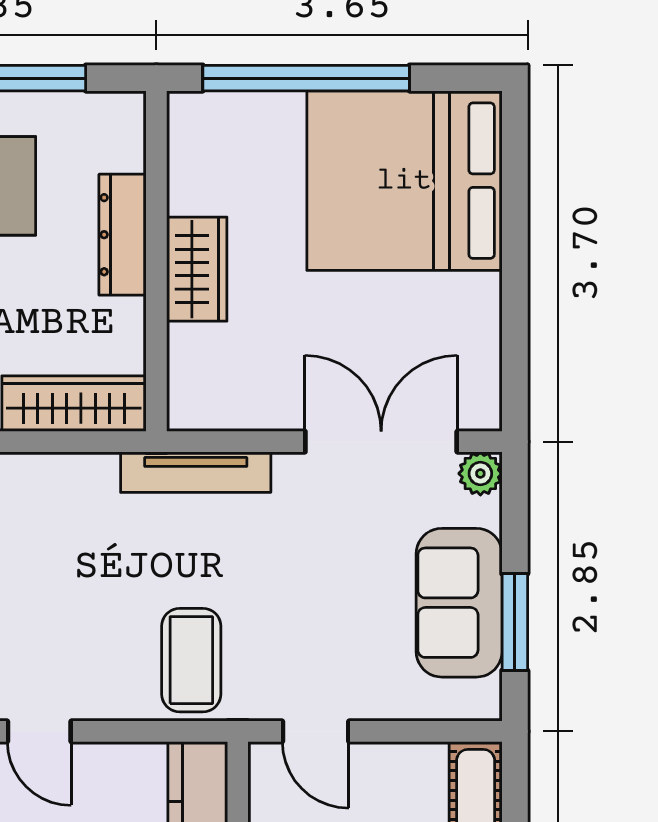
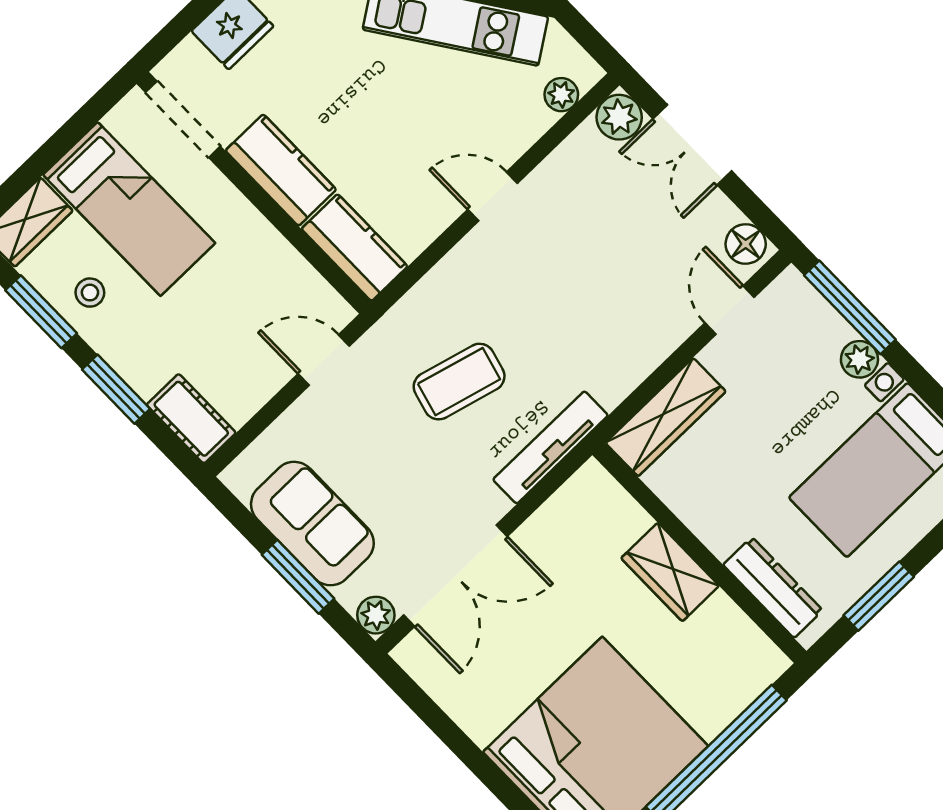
dresser: (123, 235) -> (773, 587), moved
window: (515, 622) -> (298, 577), moved
coffee table: (191, 660) -> (459, 382), moved, turned -75

